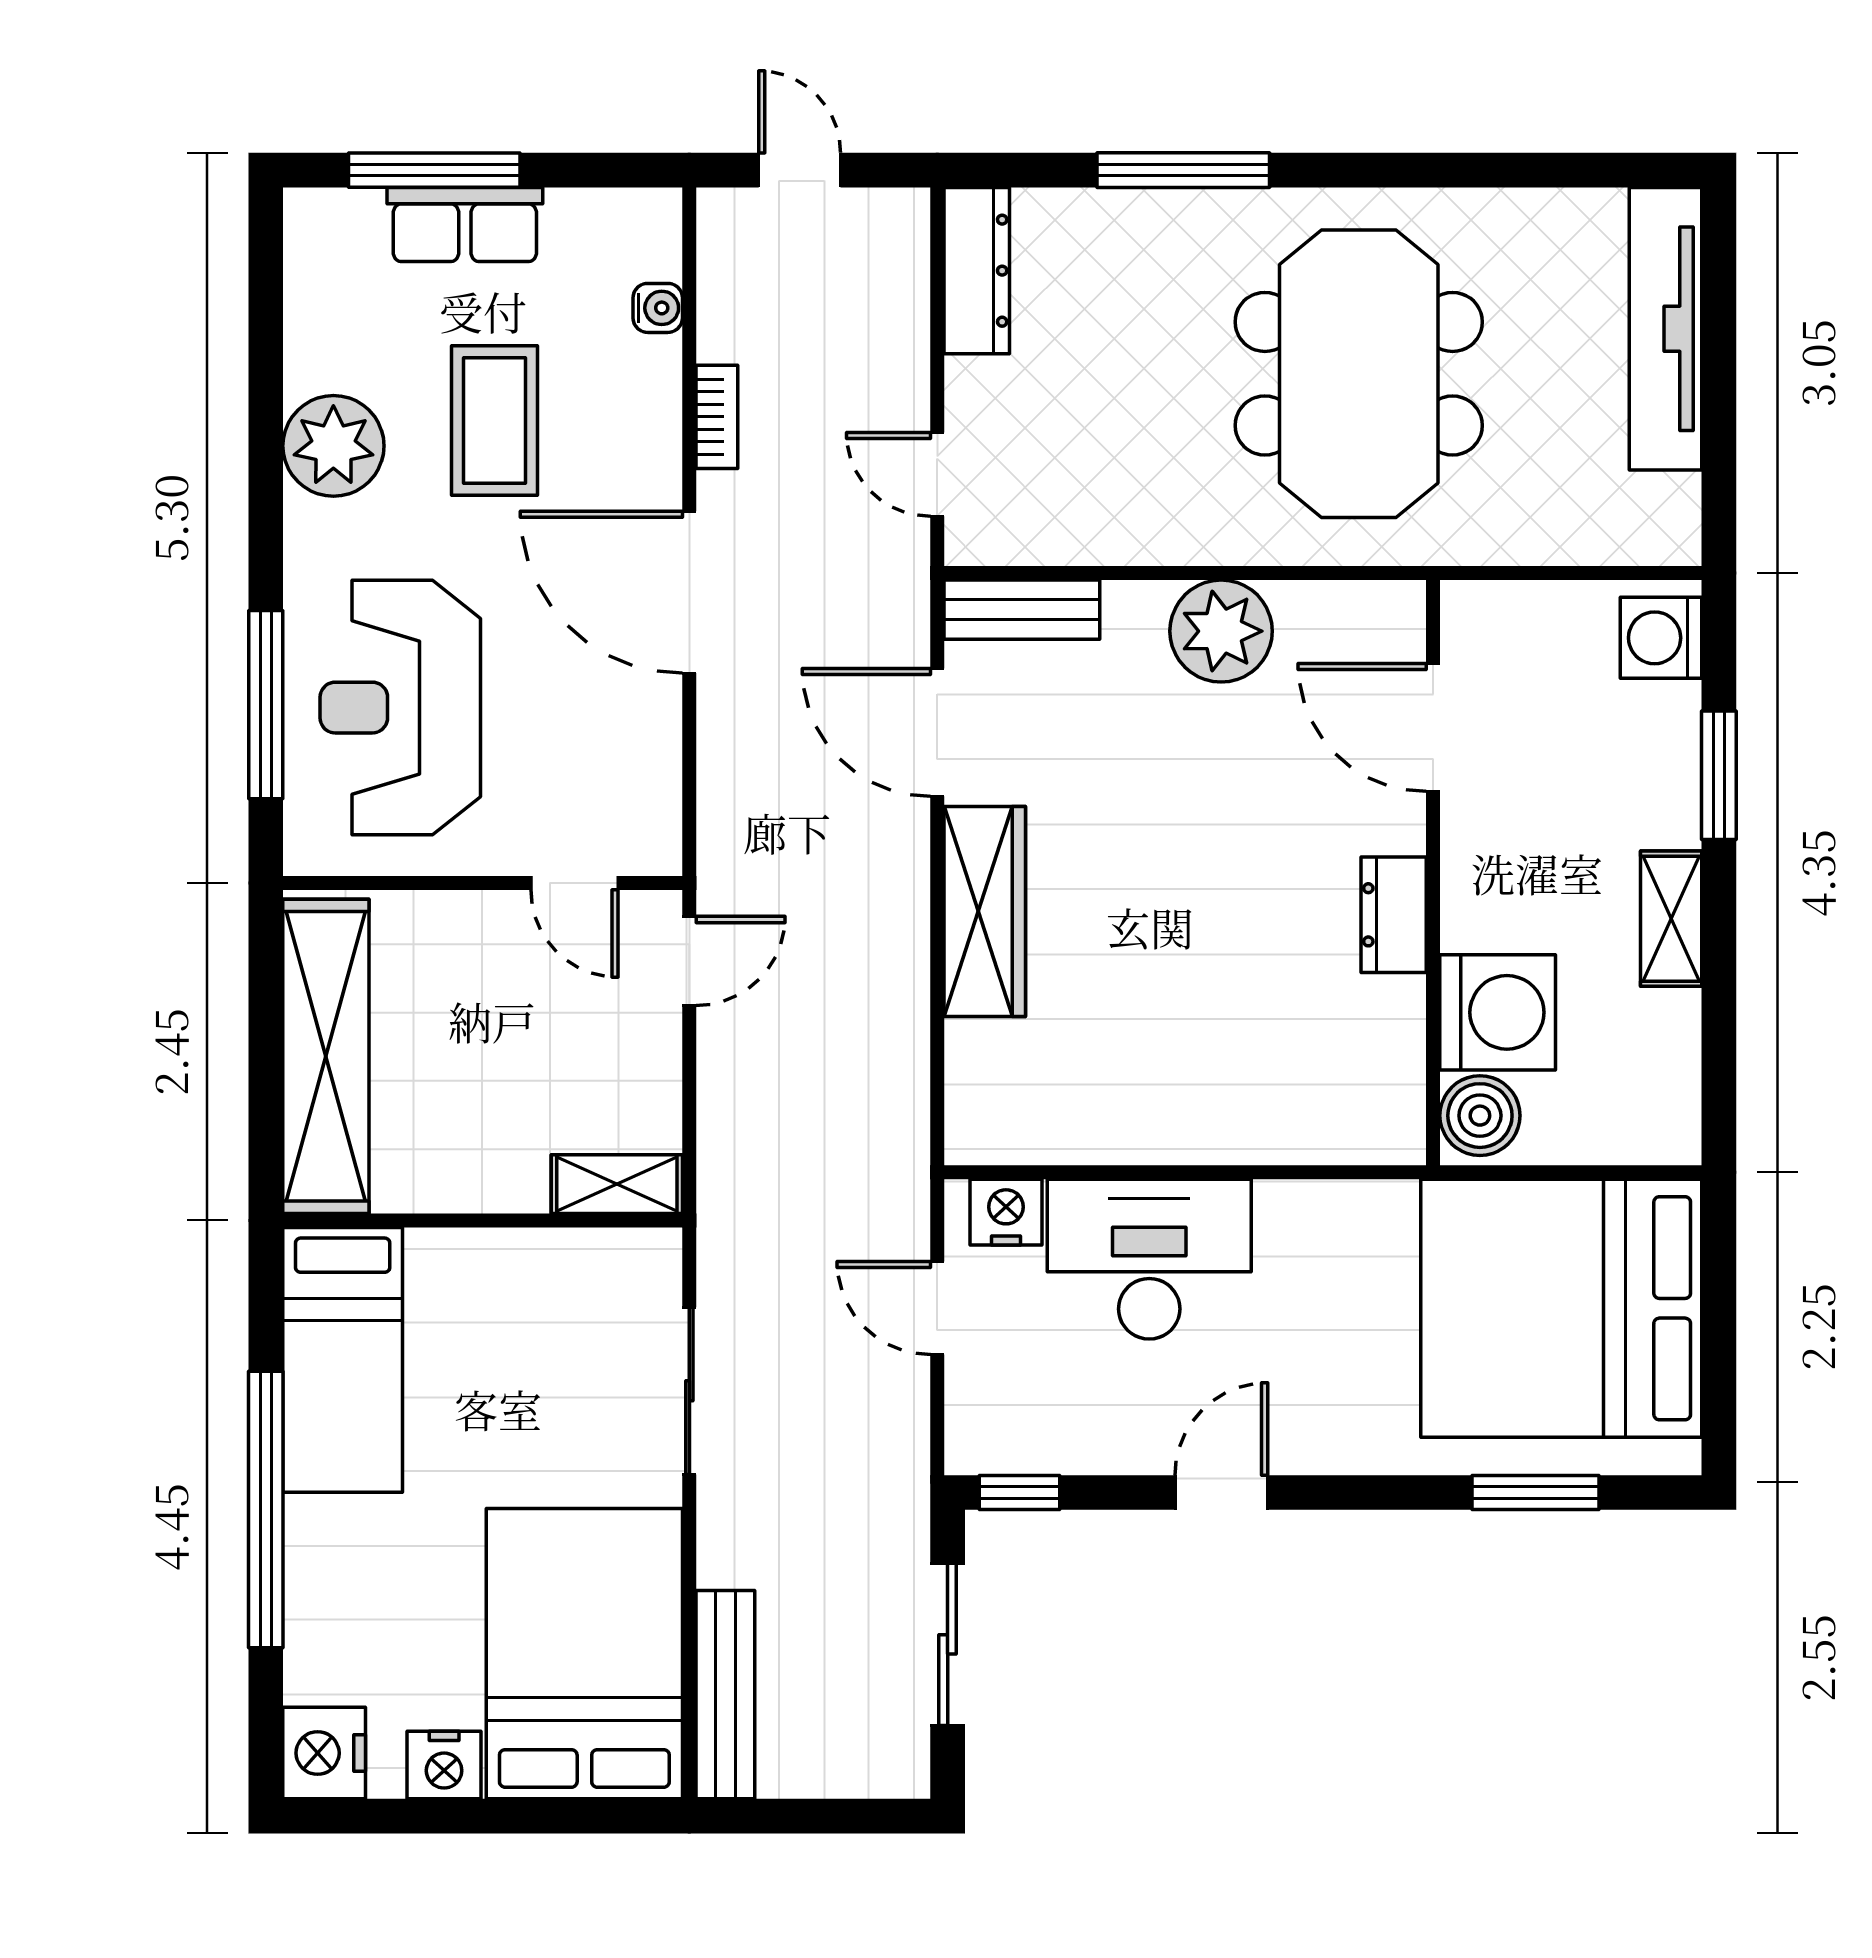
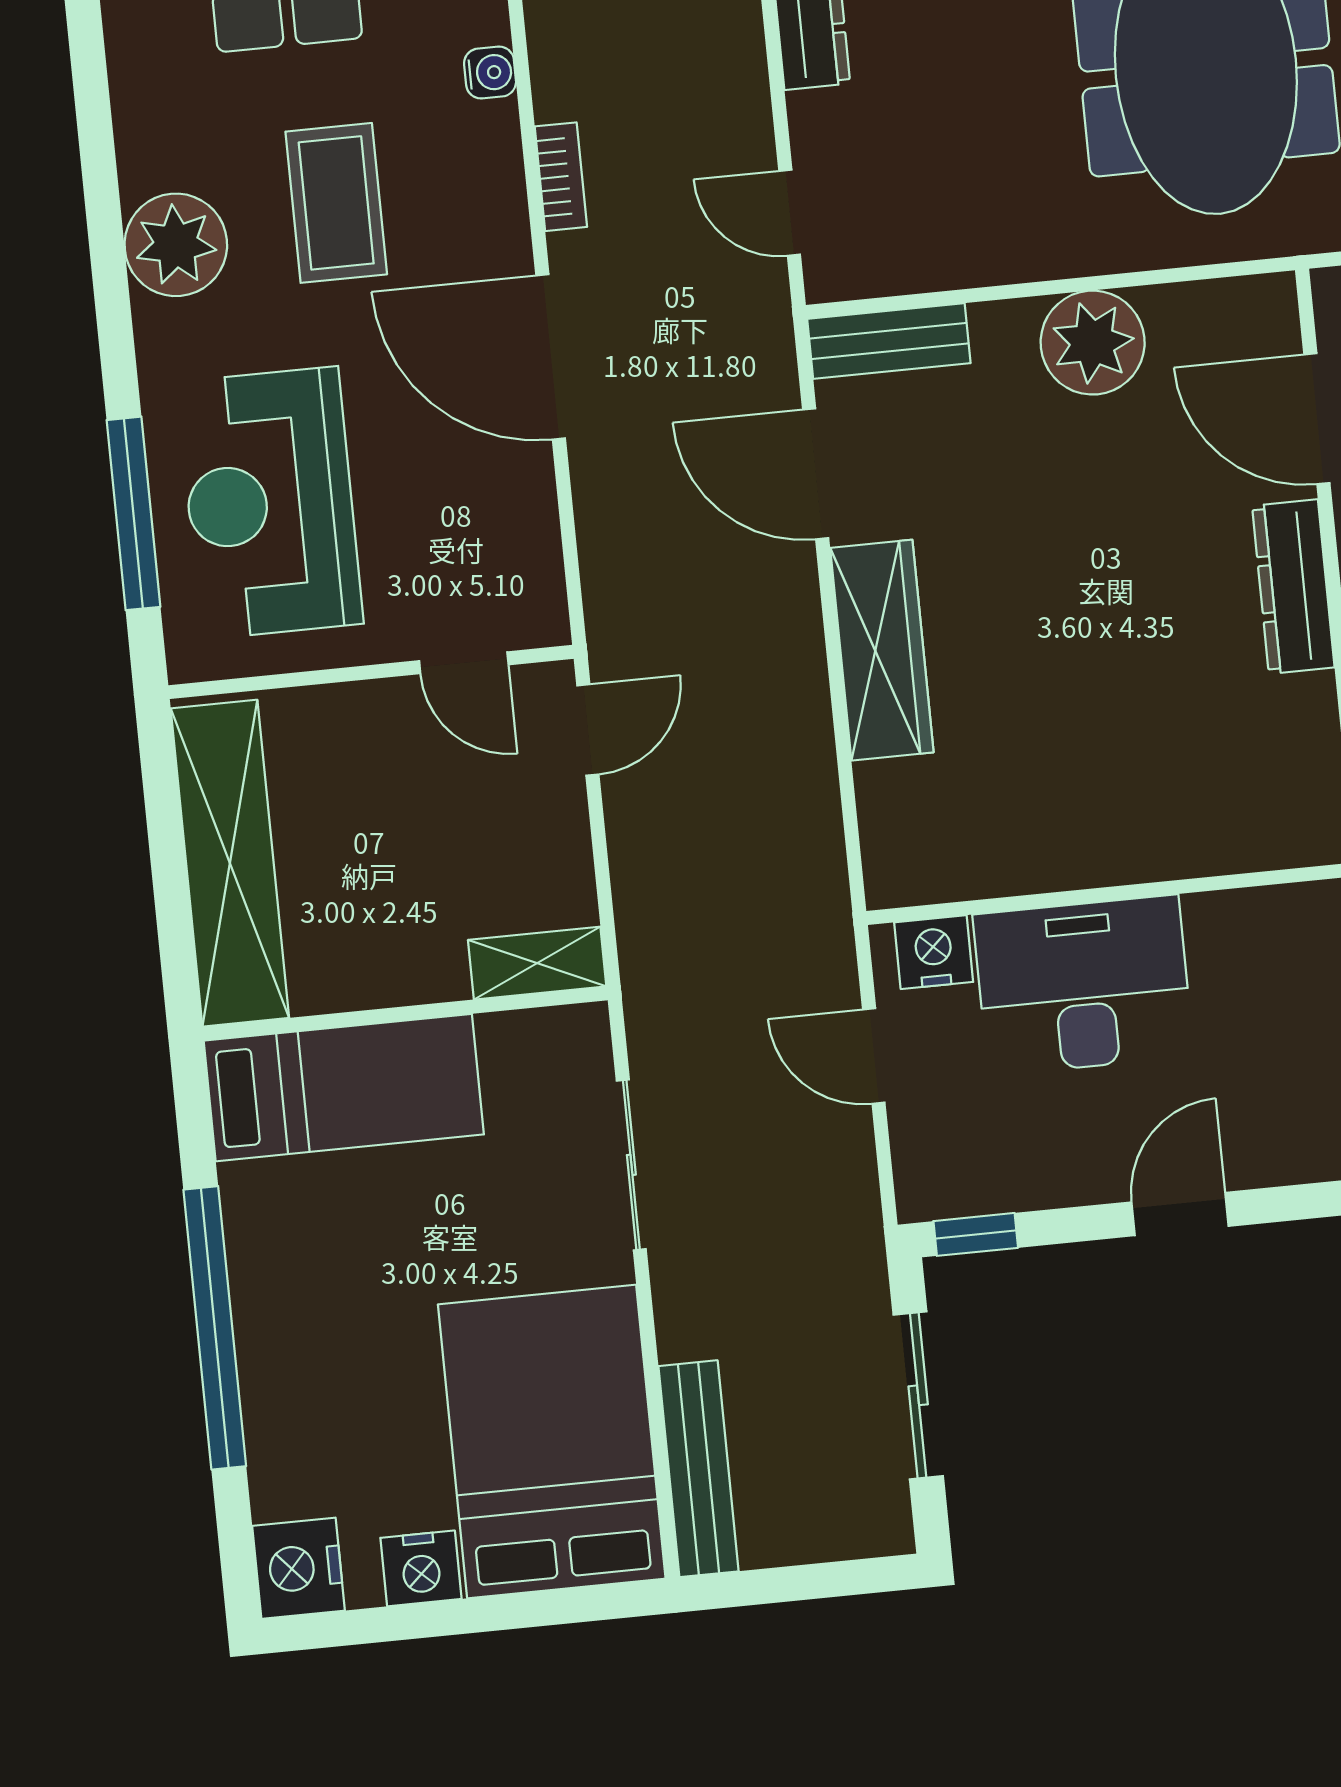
dresser: (1394, 915) -> (1293, 587), width x1.44
bed: (343, 1360) -> (344, 1088), moved, turned -90

